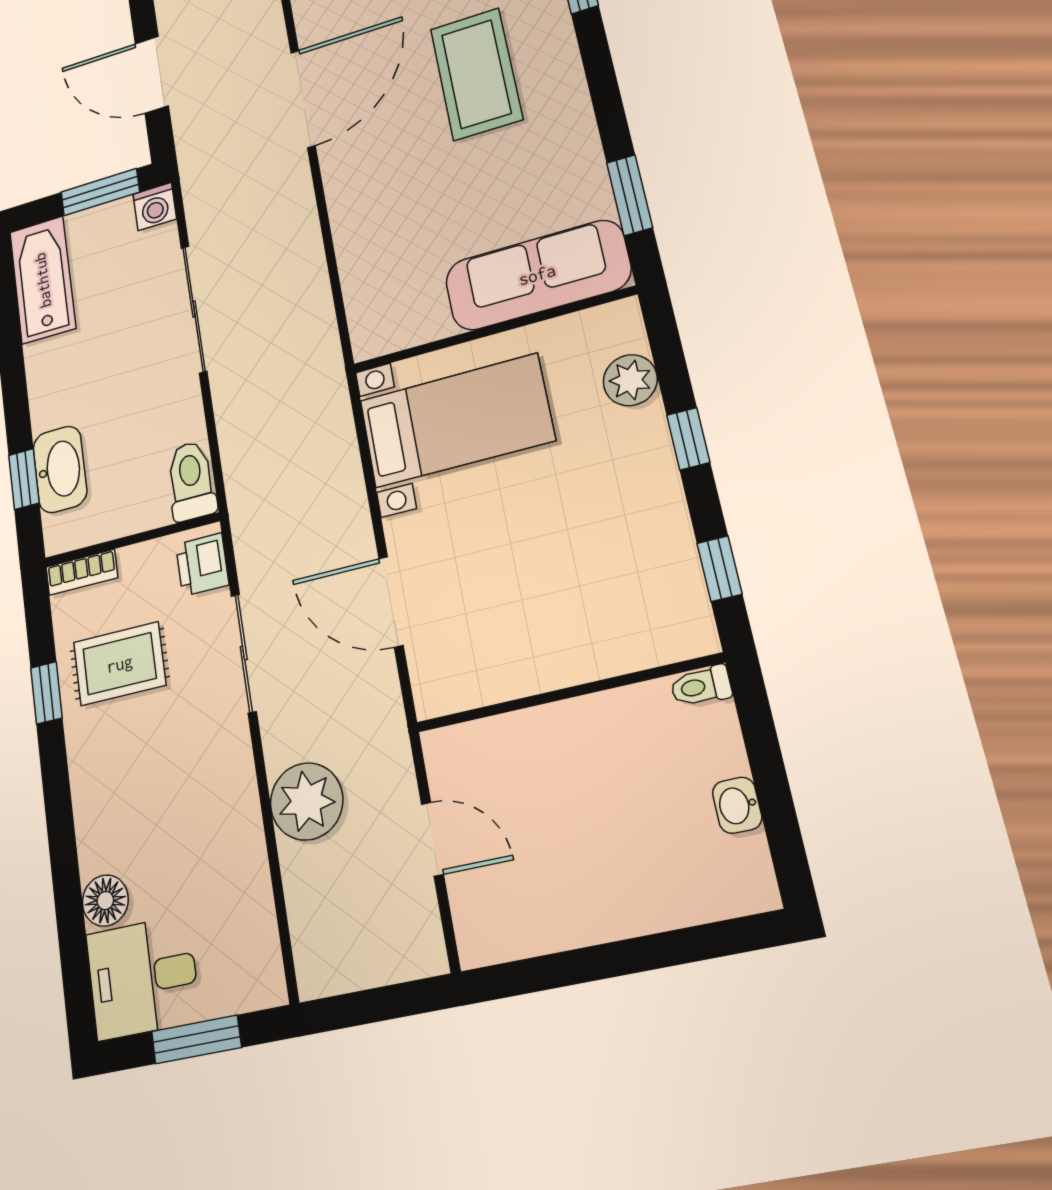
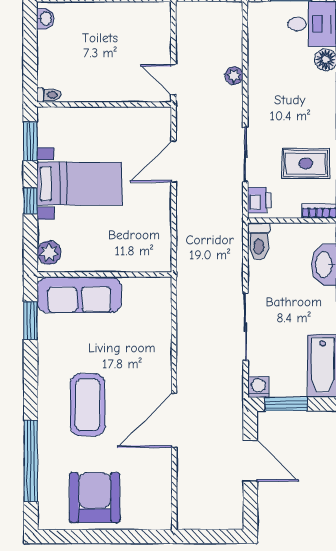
plant: (630, 380) -> (49, 253), moved
bed with nightstands: (456, 420) -> (79, 183), moved, turned 180
window: (720, 569) -> (30, 142), width x1.50
door: (391, 602) -> (174, 162), swing flipped
plant: (307, 801) -> (234, 76), width x0.53, depth x0.53
washbasin: (737, 805) -> (45, 19), moved
door: (432, 839) -> (173, 80), moved

